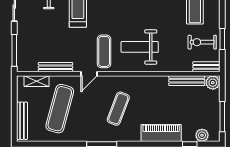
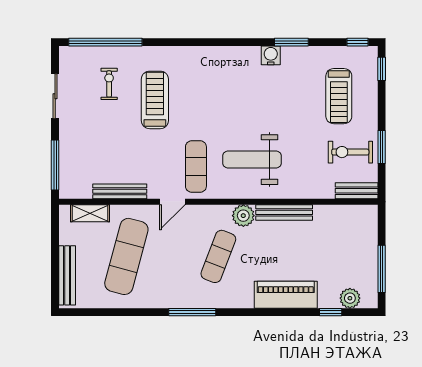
bench: (187, 81) -> (284, 212), moved
plant: (213, 83) -> (243, 216), moved

